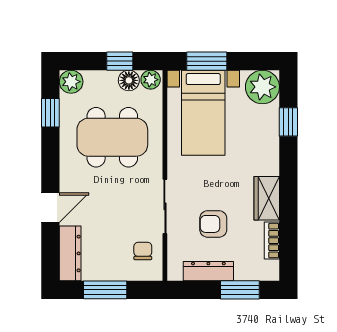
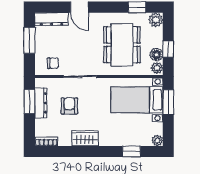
plant: (262, 87) -> (157, 141), width x0.53, depth x0.53
bookcase: (272, 241) -> (46, 142), moved
window: (240, 290) -> (29, 102), moved

